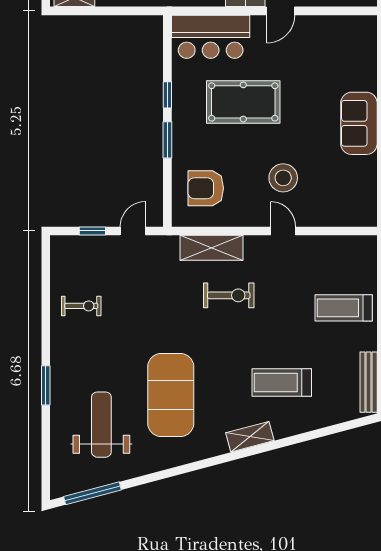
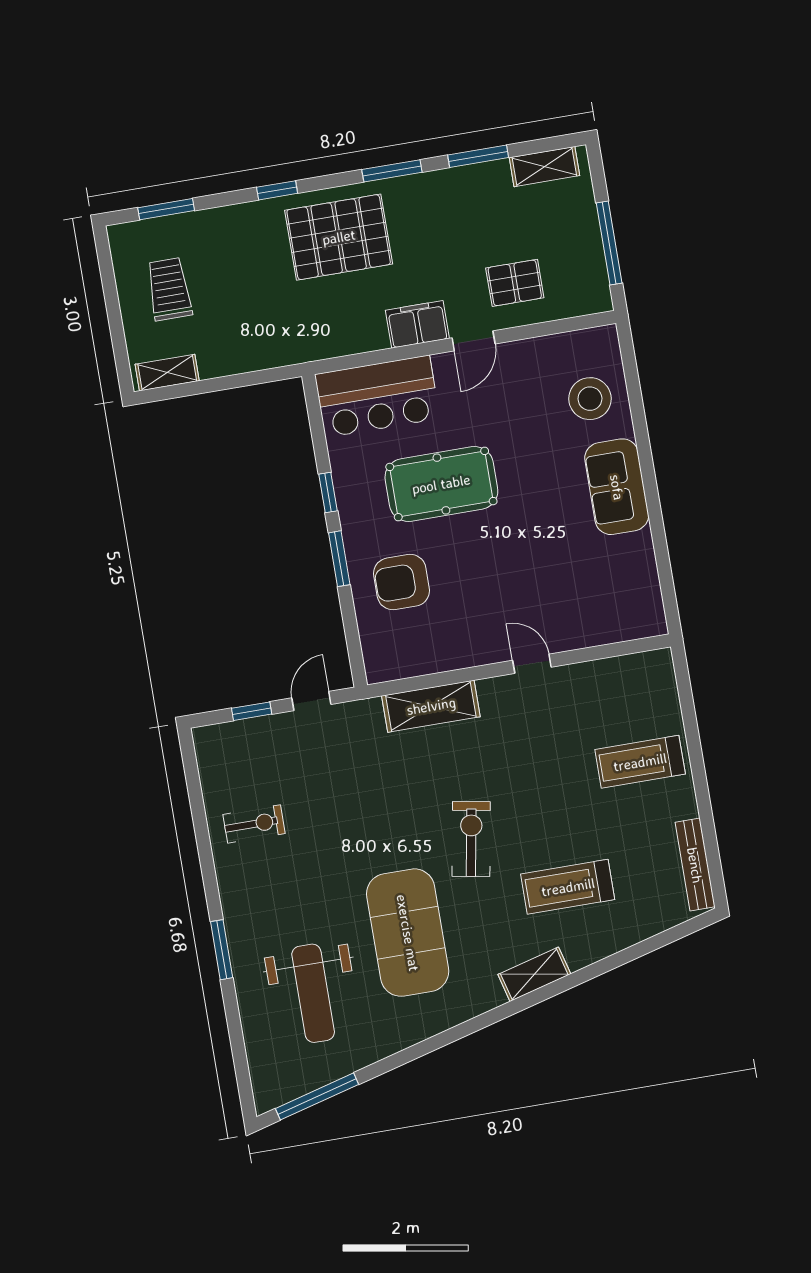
stool: (283, 178) -> (590, 399), moved
armchair: (206, 188) -> (402, 582), moved
exercise bike: (229, 295) -> (471, 839), moved, turned -80
weight bench: (101, 425) -> (313, 993), turned 180

